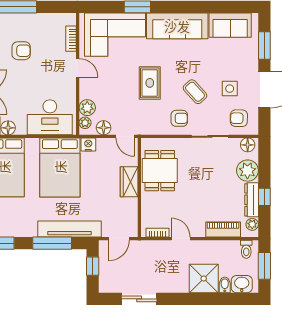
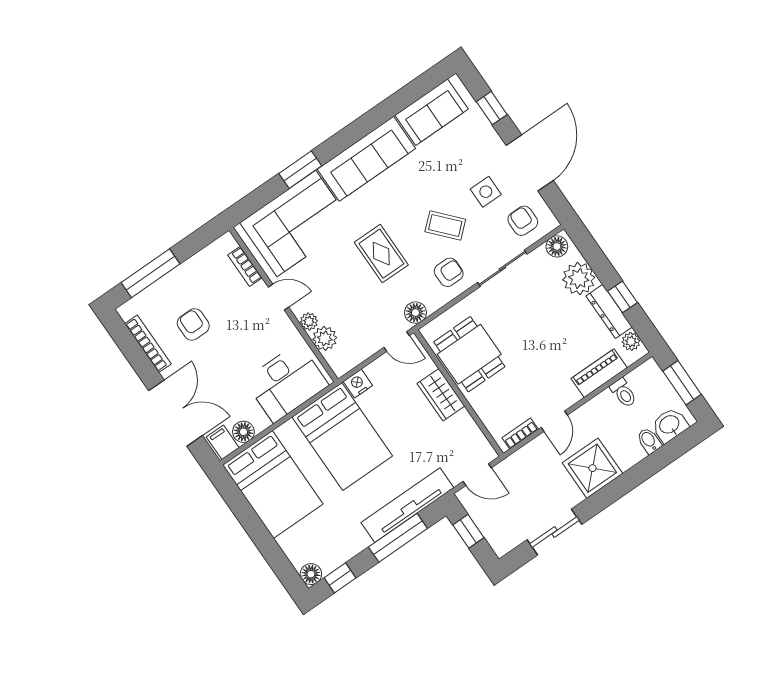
window: (264, 46) -> (492, 108), width x0.67
armchair: (21, 51) -> (193, 324), turned -90
armchair: (239, 118) -> (523, 221), turned 89
plant: (85, 123) -> (309, 321), moved
floor lamp: (104, 128) -> (415, 313), moved
door: (119, 239) -> (477, 475), hinge flipped
door: (181, 239) -> (554, 421), swing flipped
toilet: (246, 249) -> (623, 393), moved
shower: (204, 279) -> (592, 468), moved

